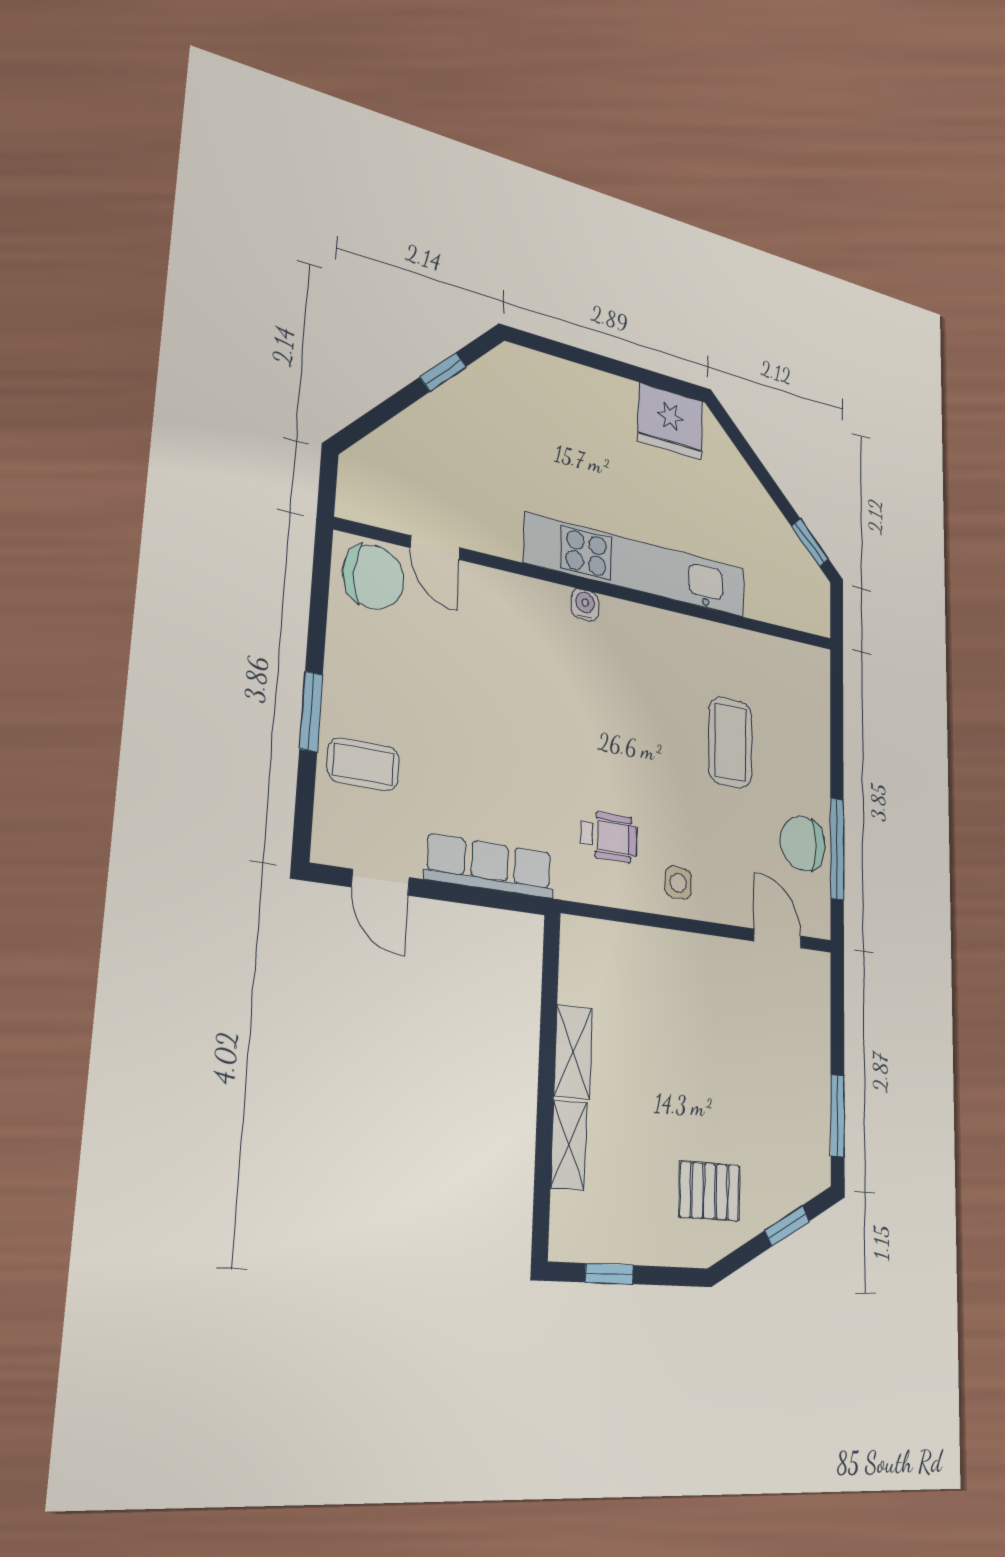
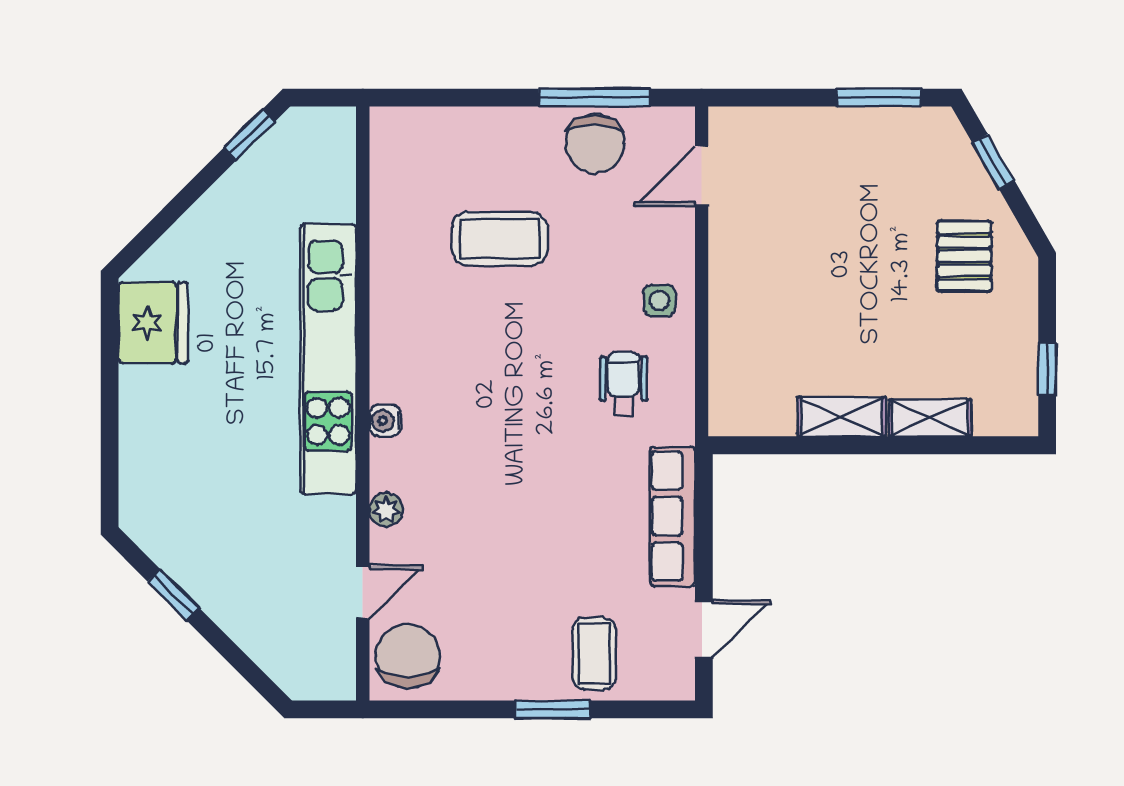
plant: (508, 588) -> (386, 510), added

